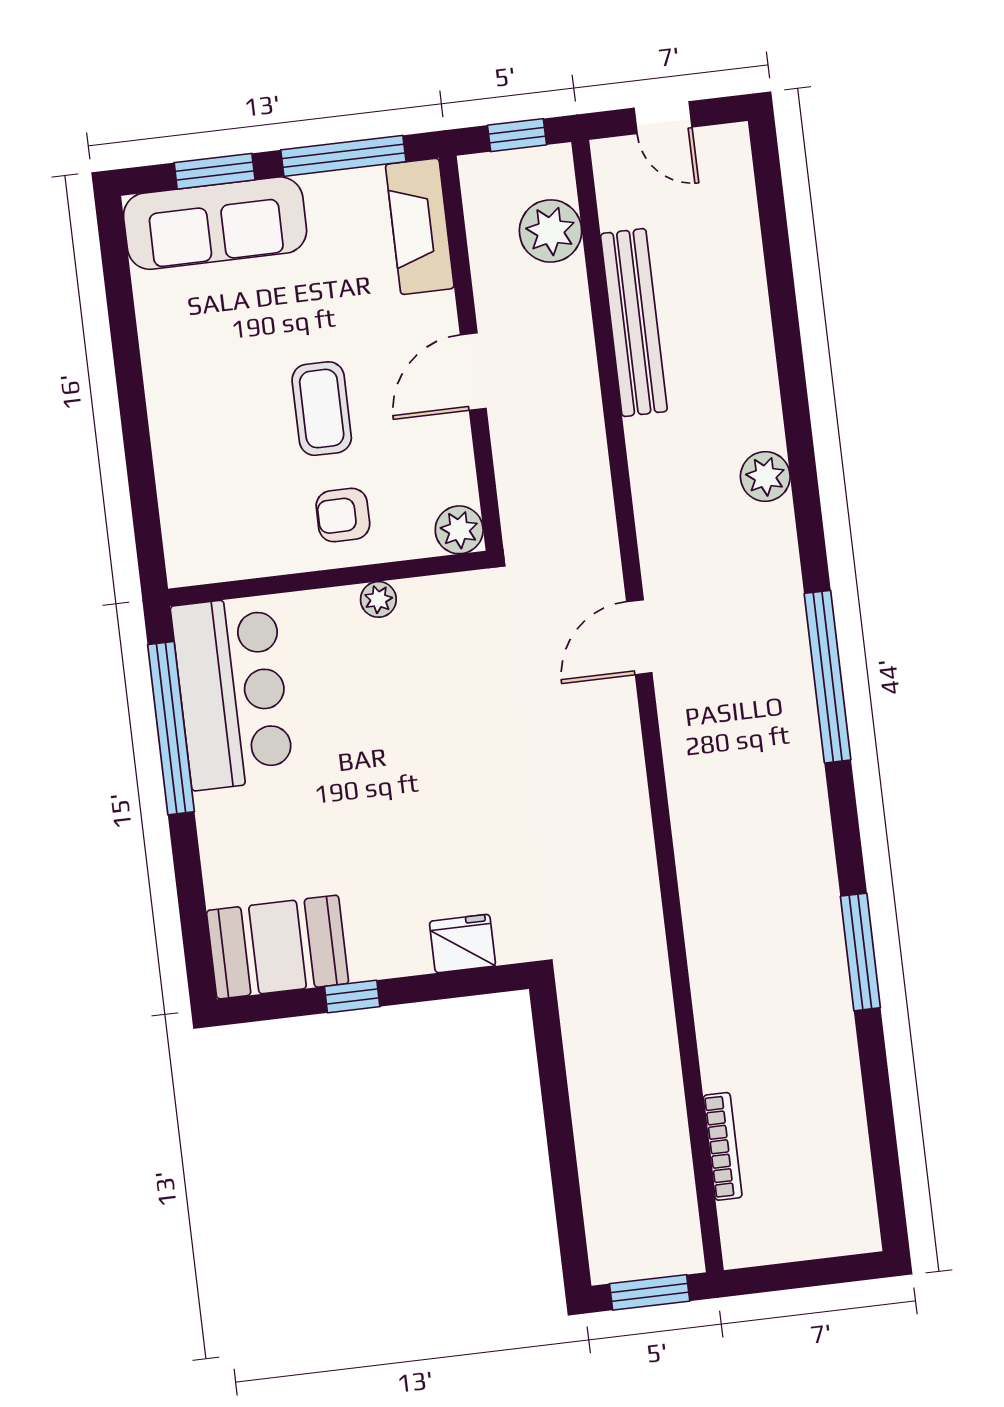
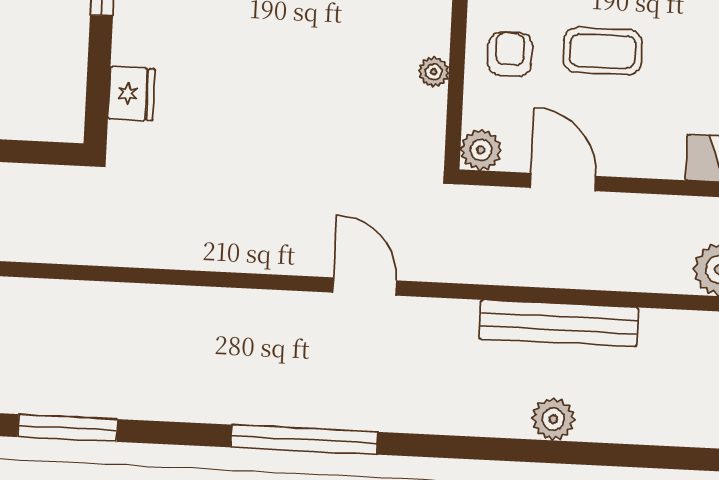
bench: (634, 323) -> (559, 323), moved
door: (473, 372) -> (563, 182), moved
plant: (765, 476) -> (553, 419), moved

